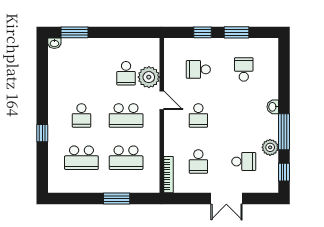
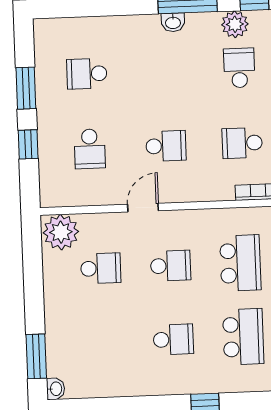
plant: (149, 77) -> (61, 232), moved
washbasin: (273, 107) -> (173, 22), moved
school desk: (126, 115) -> (171, 266), width x0.54
plant: (270, 147) -> (235, 24), moved
school desk: (198, 162) -> (242, 143), turned 180

